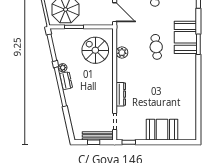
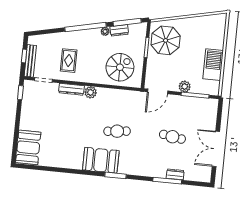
booth: (185, 37) -> (101, 160), moved
plant: (122, 53) -> (91, 92), moved
dresser: (66, 81) -> (119, 30), moved
rug: (94, 100) -> (69, 61), added
booth: (162, 130) -> (28, 147), moved

